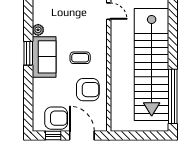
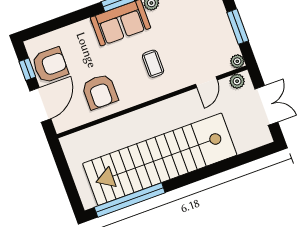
coffee table: (80, 58) -> (153, 64), moved
armchair: (56, 118) -> (50, 65), turned -90

